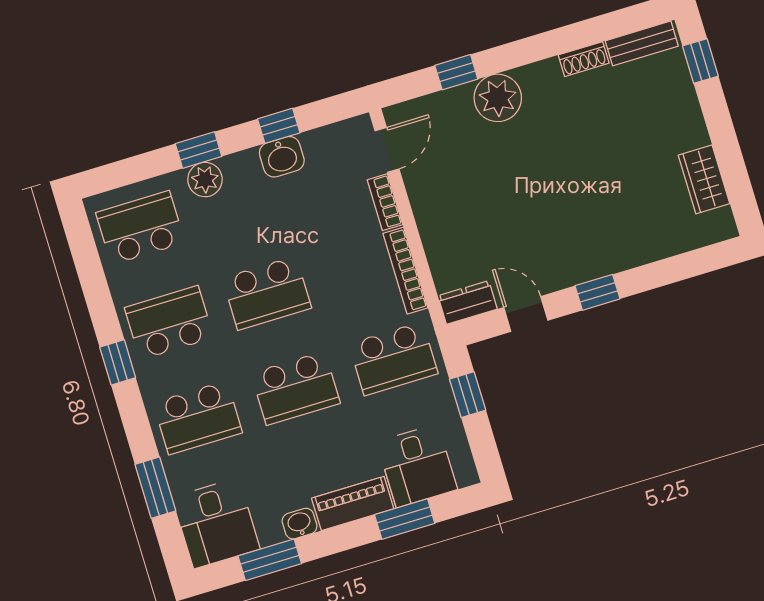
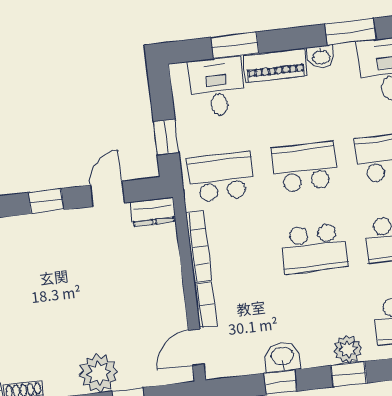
school desk: (267, 293) -> (314, 248), turned 180
door: (526, 314) -> (107, 194), swing flipped

